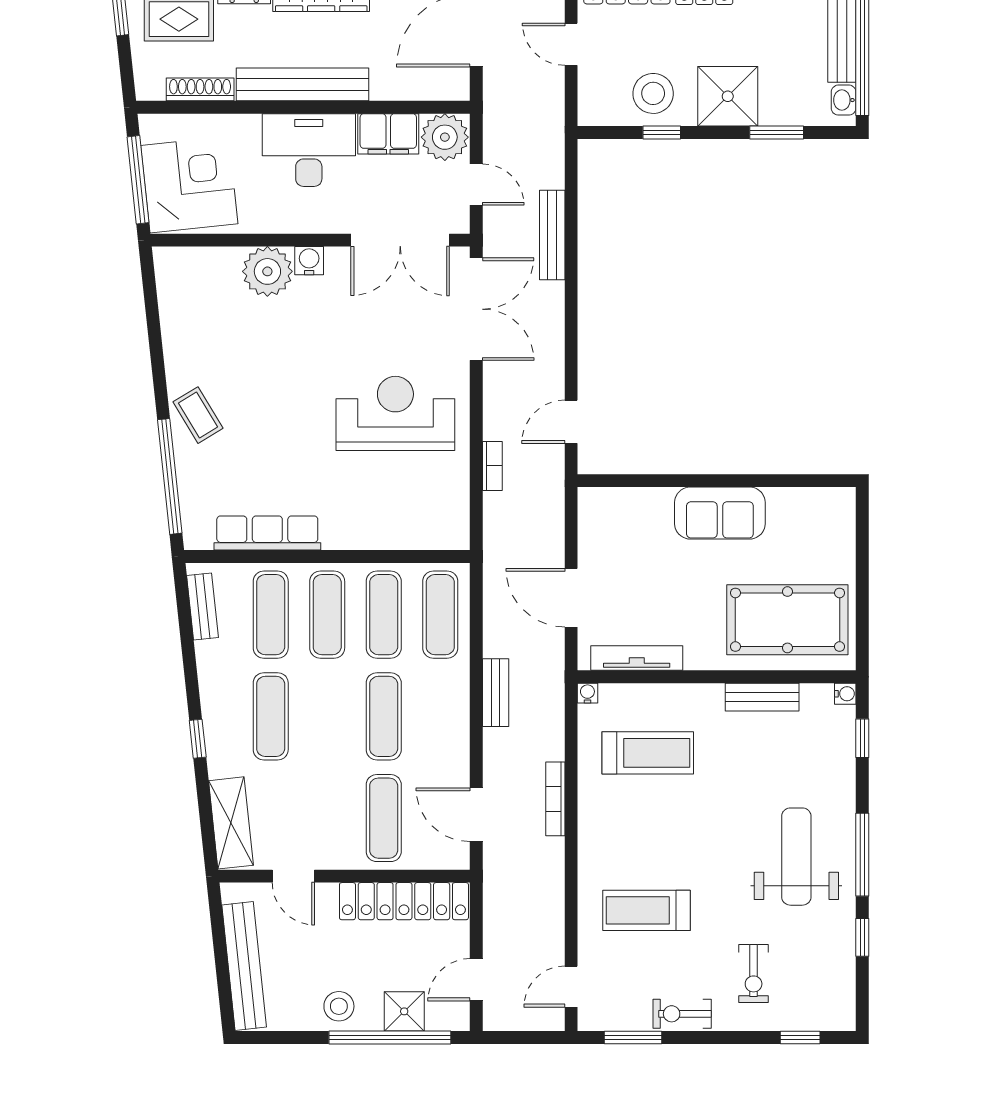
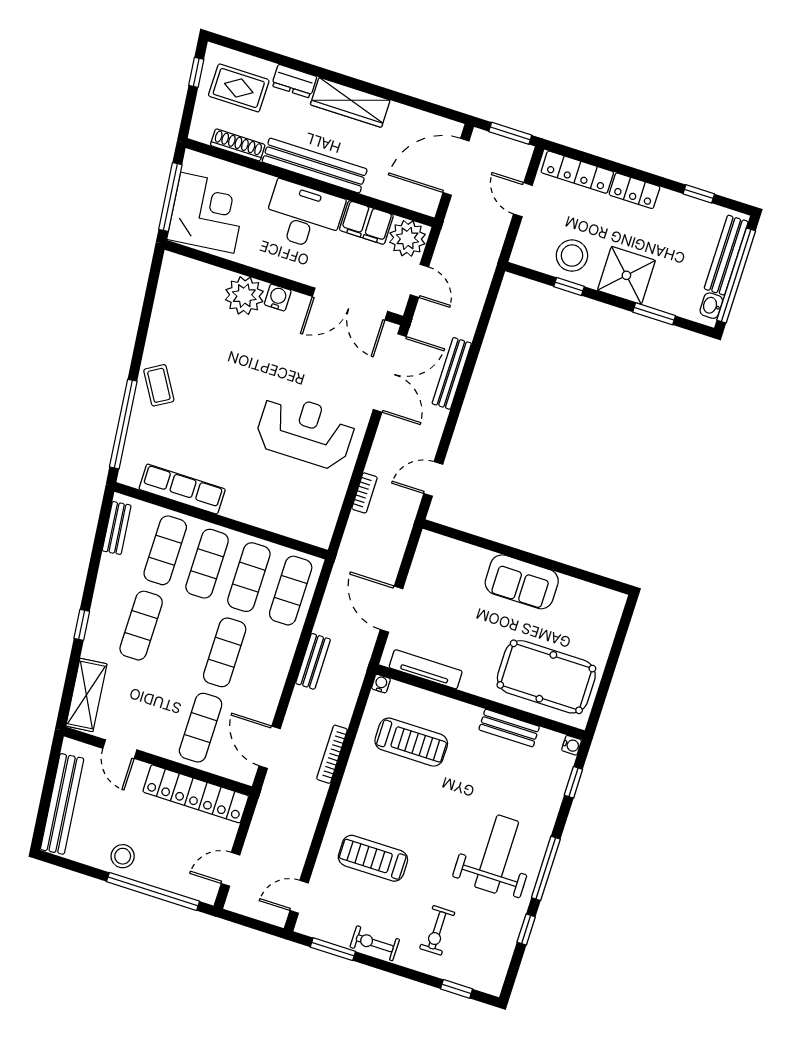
bench: (552, 235) -> (452, 373), moved
shower: (404, 1011) -> (170, 875), removed

